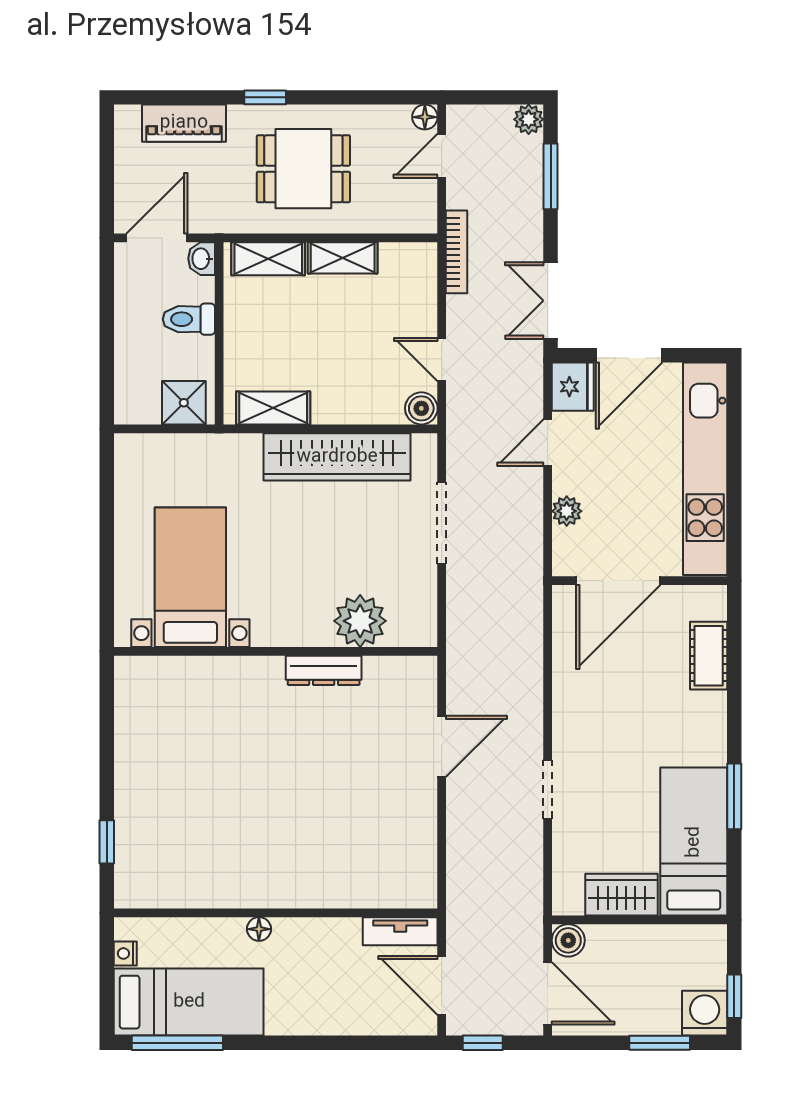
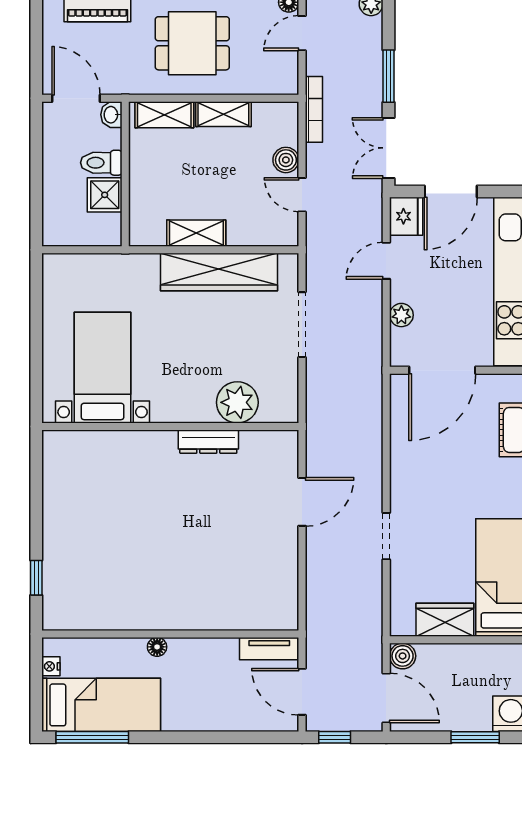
window: (551, 176) -> (388, 76), moved
door: (157, 238) -> (76, 98), hinge flipped
shower: (184, 403) -> (105, 195), moved
shelving: (273, 408) -> (196, 233), moved
boiler: (421, 408) -> (286, 160), moved

